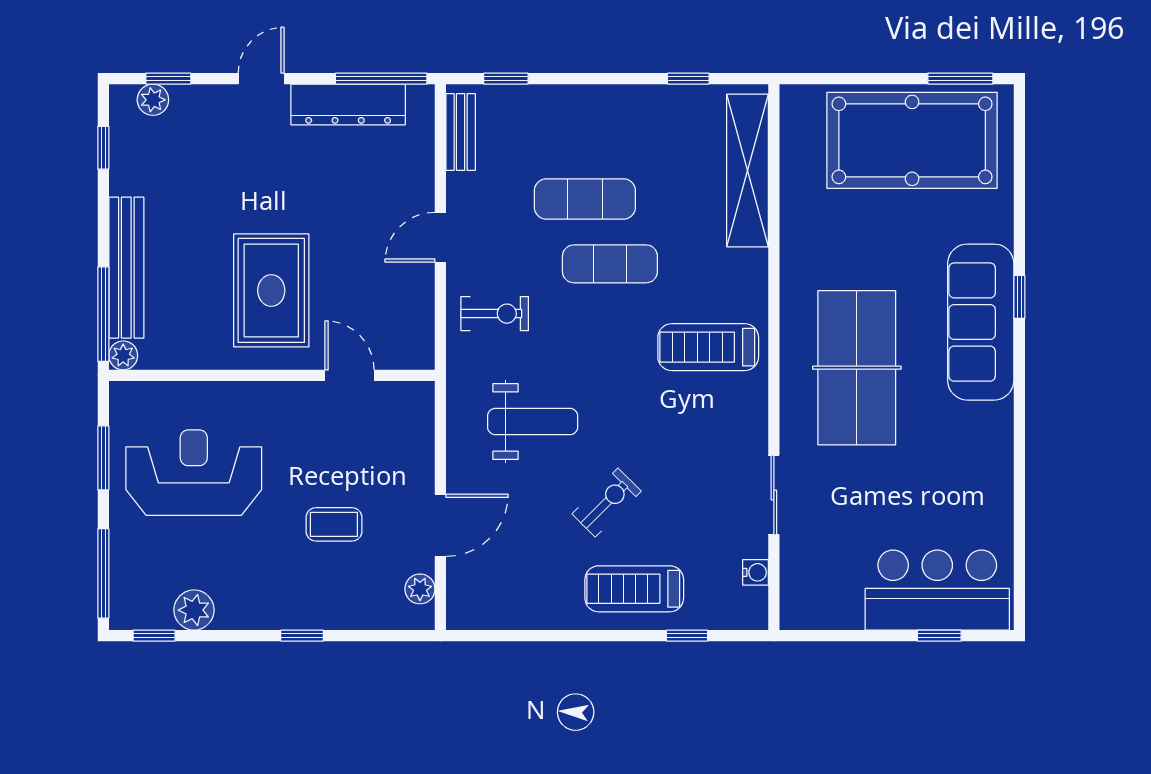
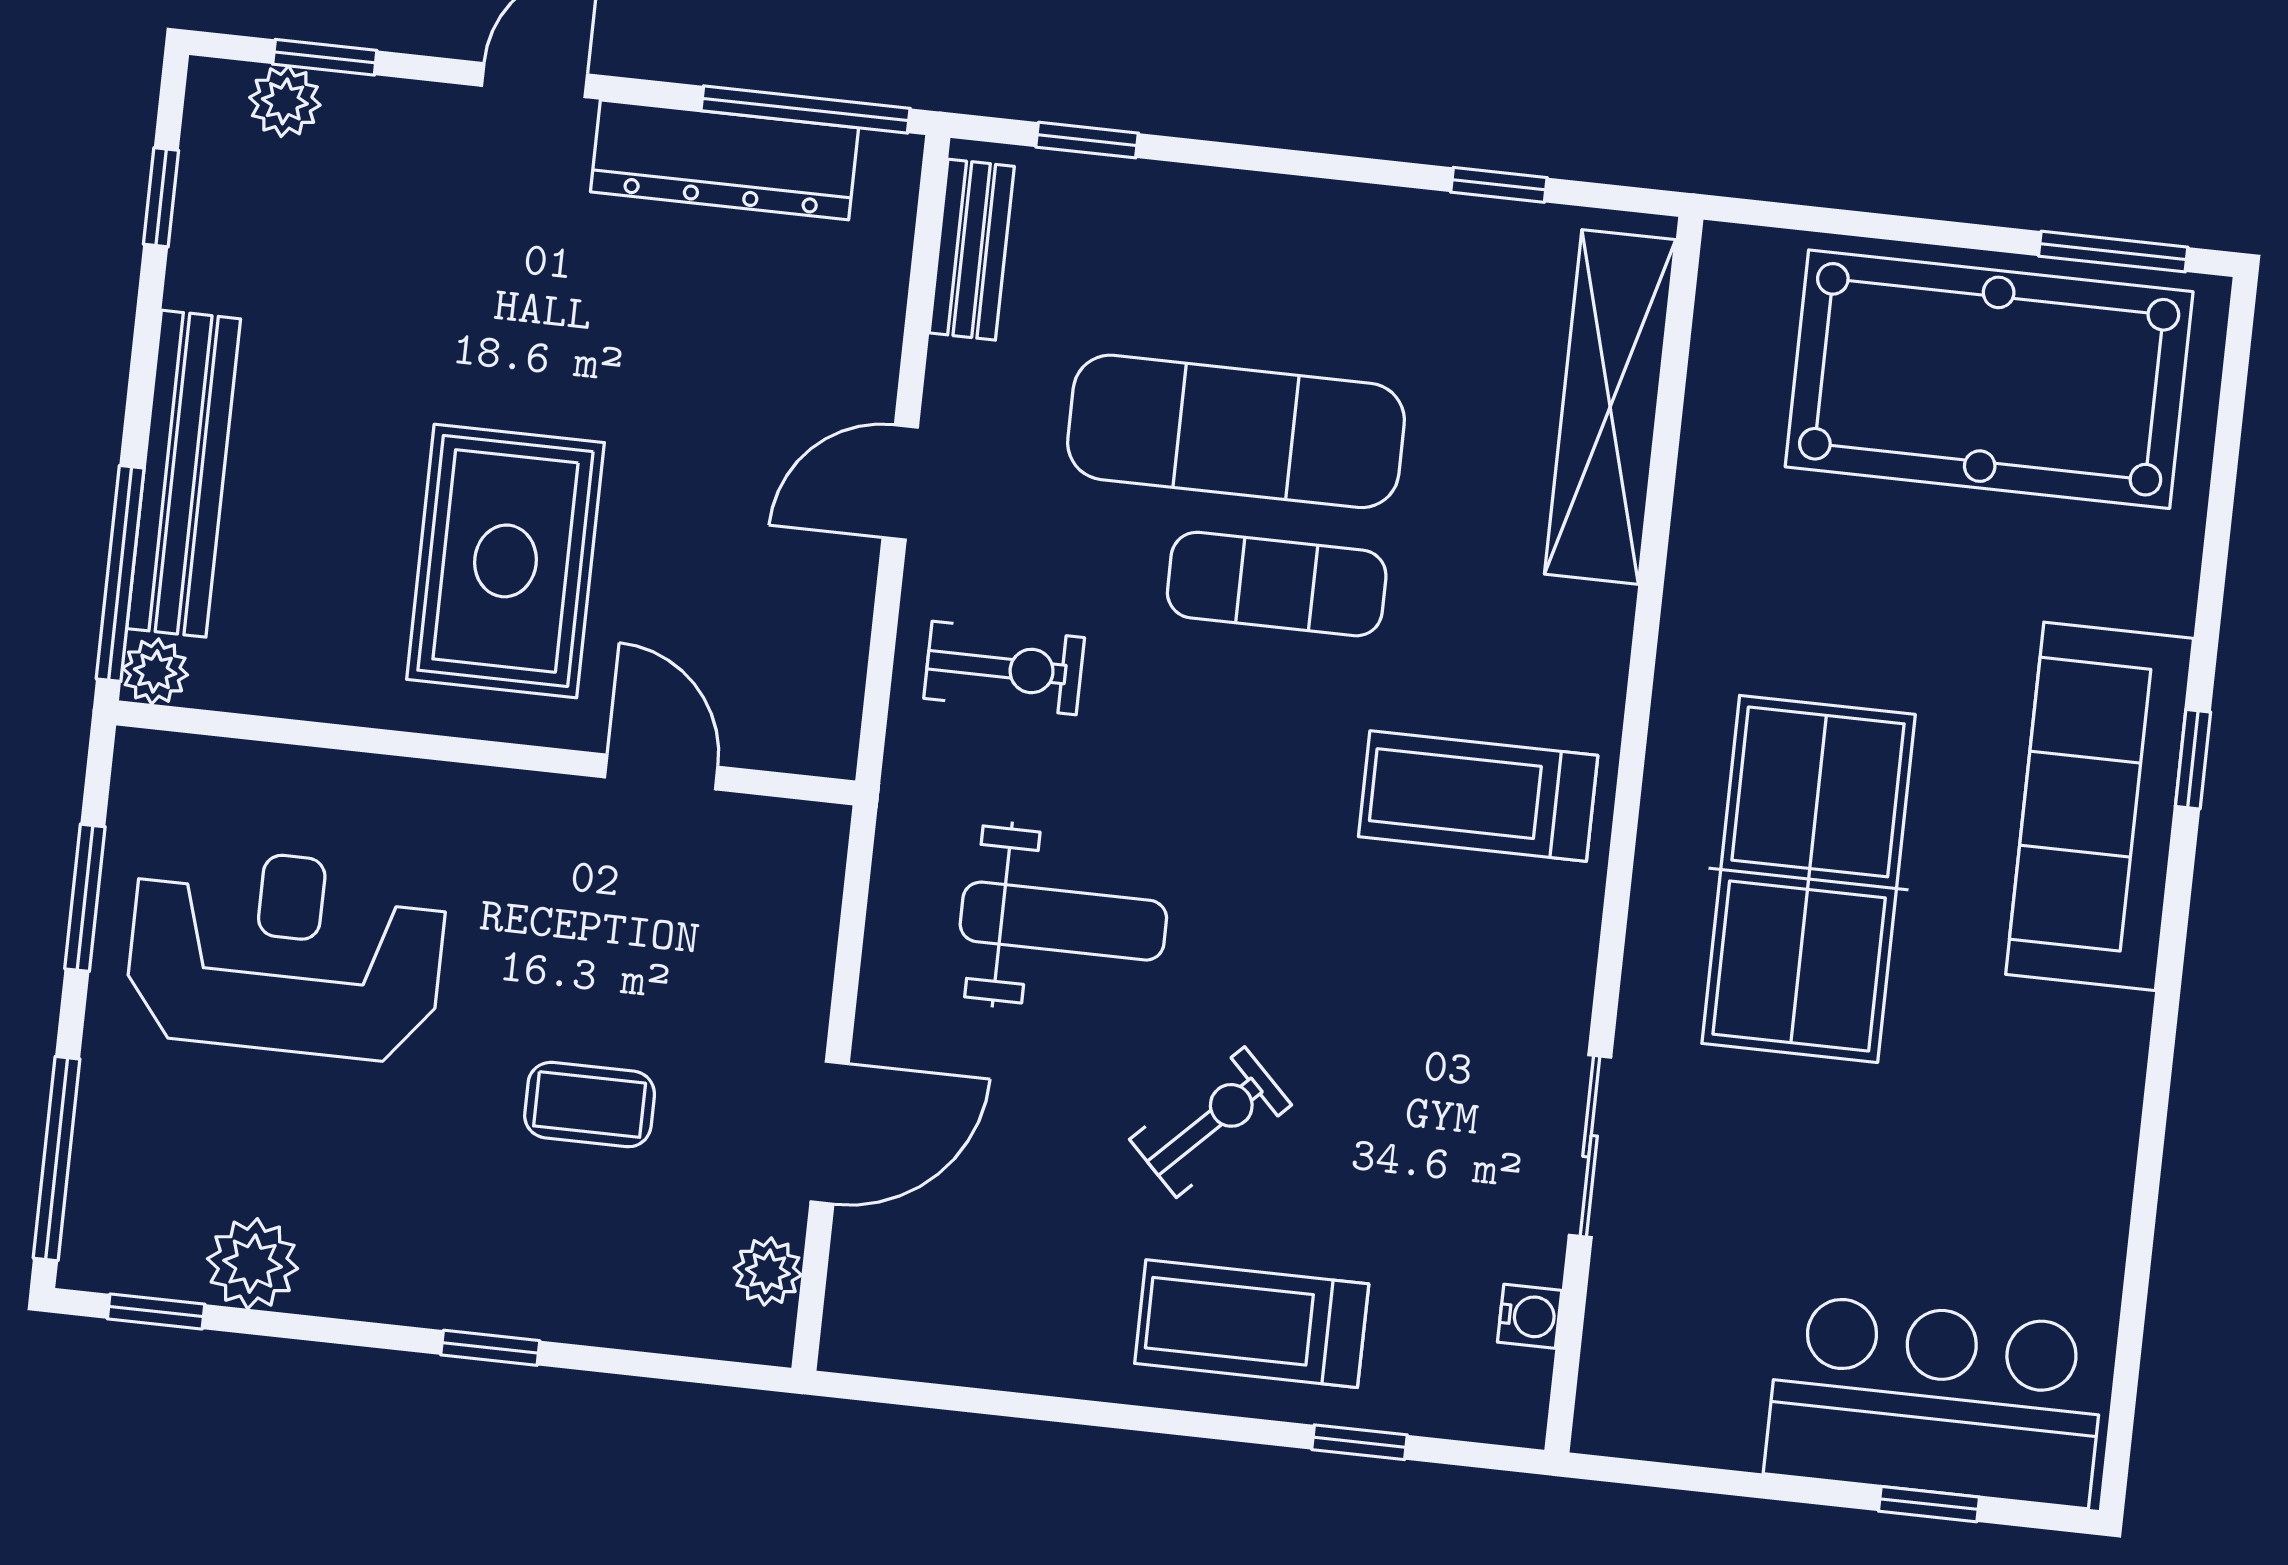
exercise mat: (585, 199) -> (1236, 431), width x1.36, depth x1.45

